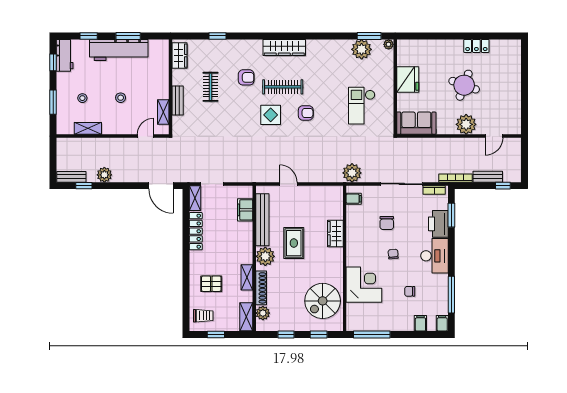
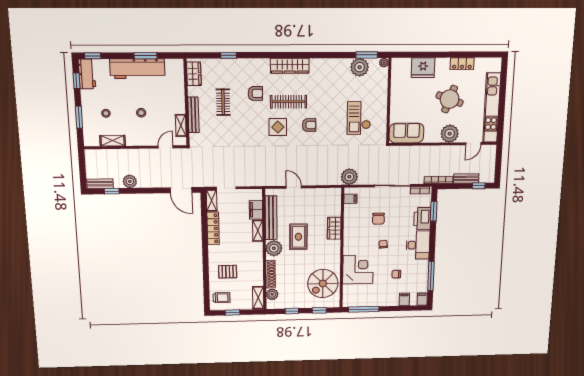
window: (89, 36) -> (93, 56), moved
fridge: (408, 80) -> (423, 68), moved, turned 90
kitchen unit: (513, 95) -> (492, 108), added
bench: (178, 101) -> (193, 115), width x1.36
shelving: (247, 277) -> (258, 231), moved

